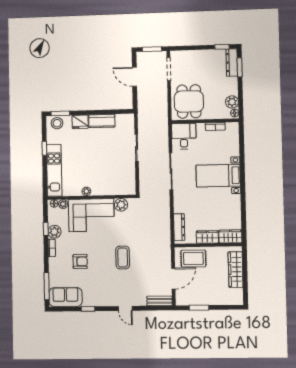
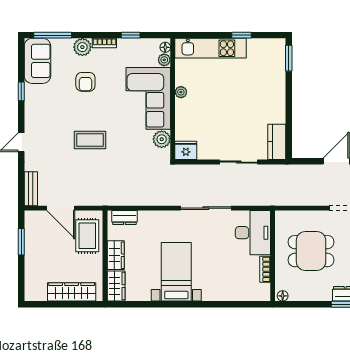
dining table: (189, 101) -> (311, 251), moved
plant: (232, 102) -> (298, 293), removed
kitchen counter: (102, 121) -> (277, 142), moved
fridge: (80, 122) -> (186, 150), moved, turned 90
stool: (57, 123) -> (275, 53), removed
desk: (184, 136) -> (253, 233), width x1.37
bed with nightstands: (218, 176) -> (176, 272), moved
dresser: (179, 227) -> (124, 218), width x0.70
plant: (54, 232) -> (82, 47), moved

